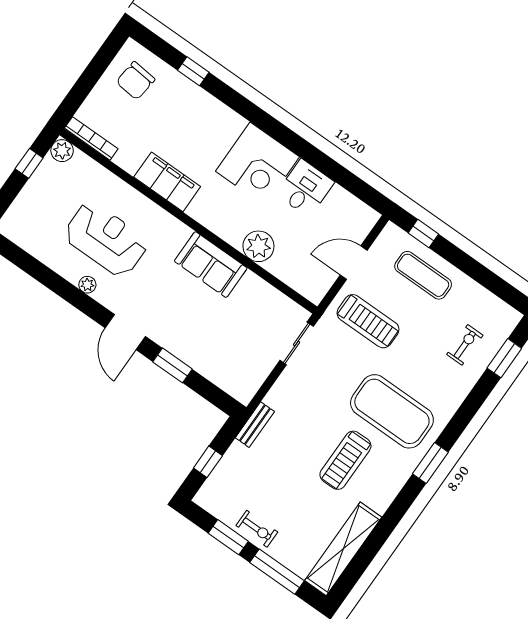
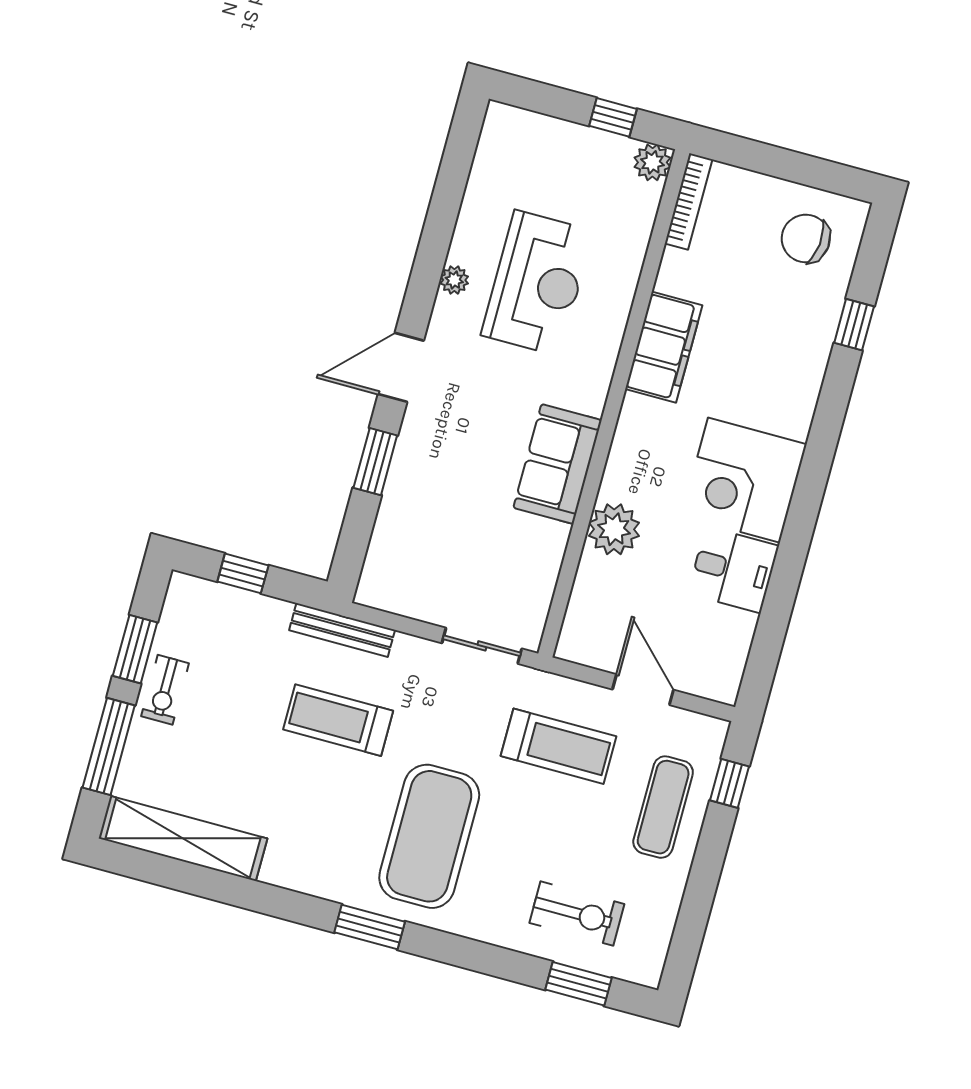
treadmill: (368, 321) -> (559, 746), turned -90
exercise bike: (465, 345) -> (577, 913), width x1.38, depth x1.39
bench: (255, 425) -> (342, 630), width x1.36
treadmill: (345, 460) -> (338, 720), moved

